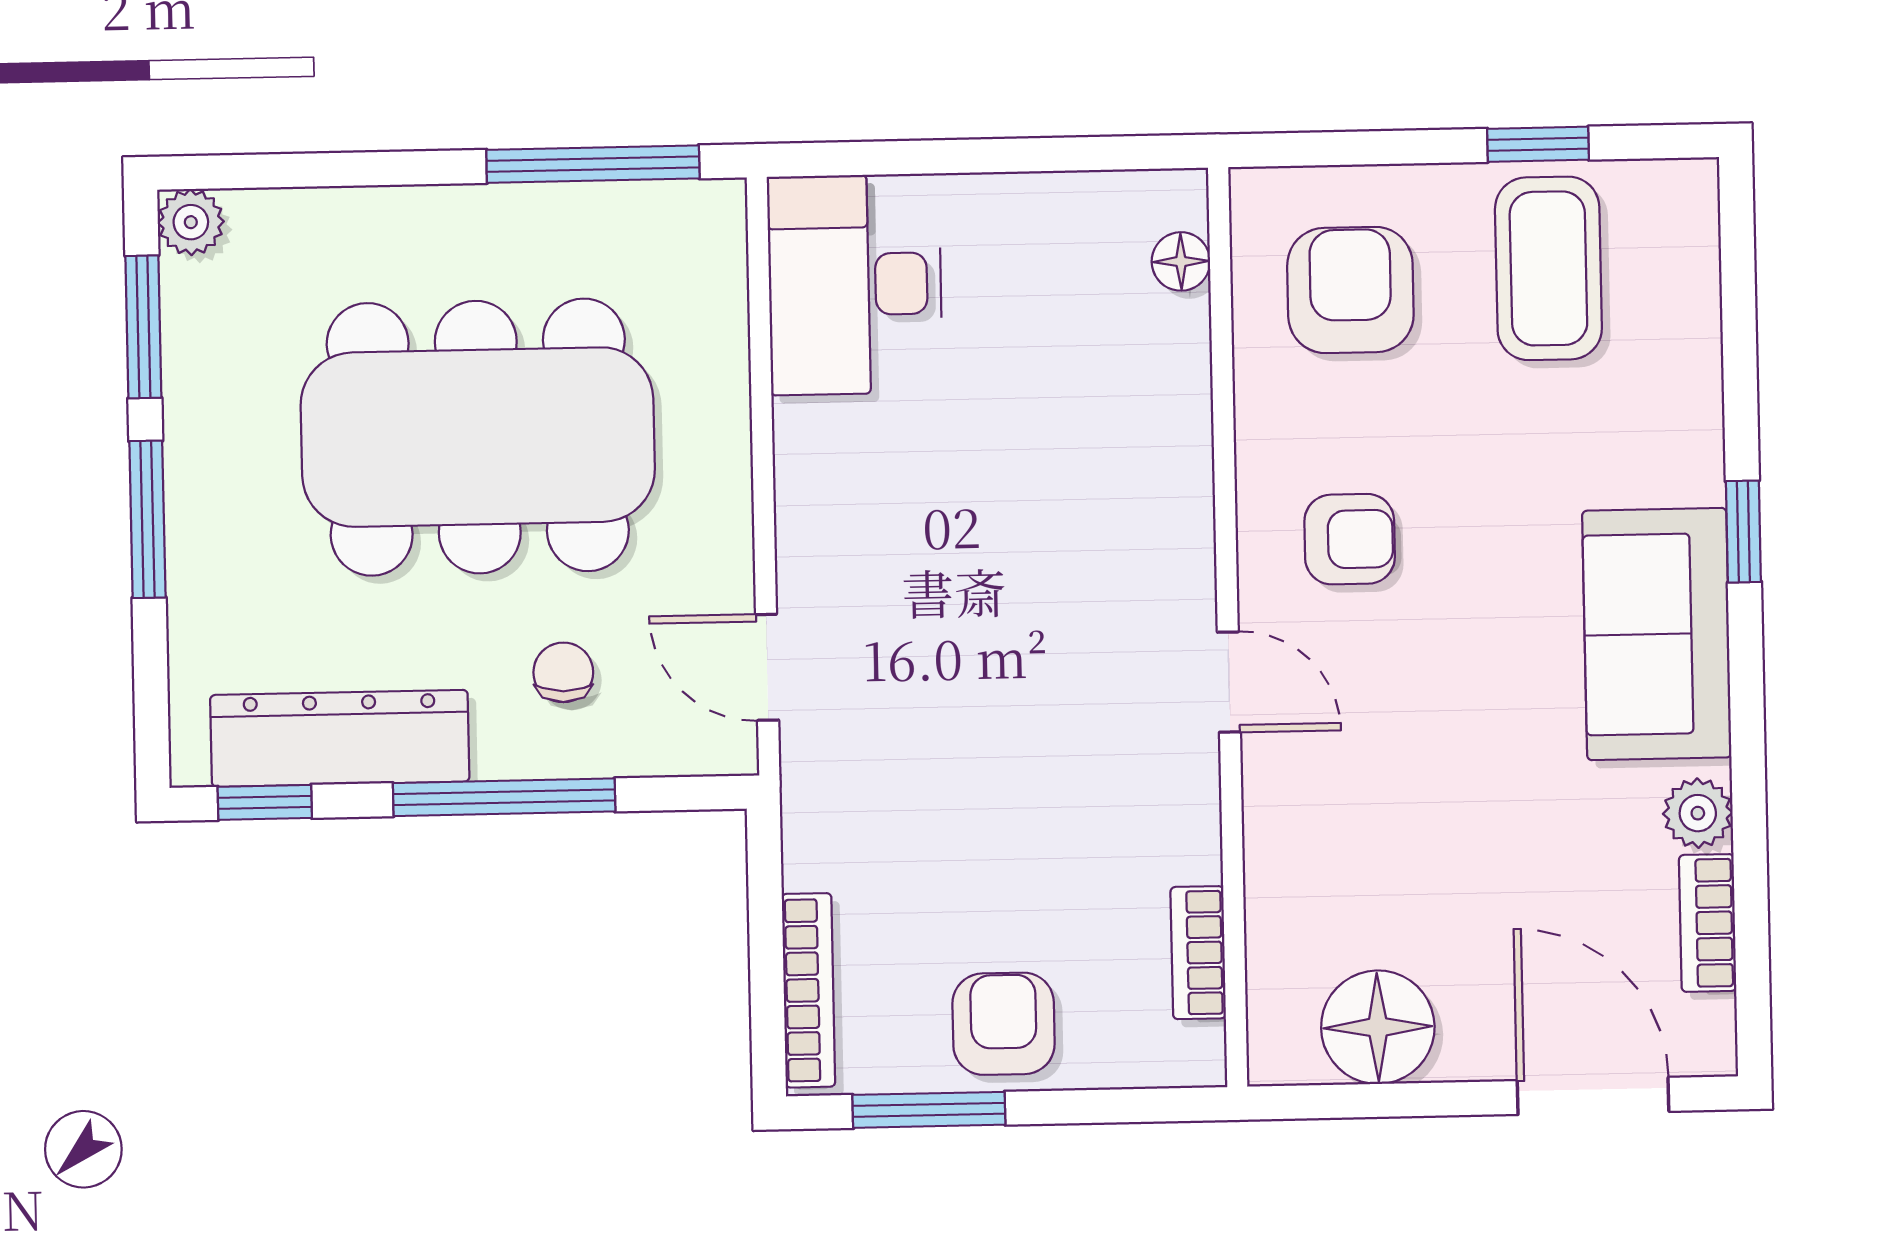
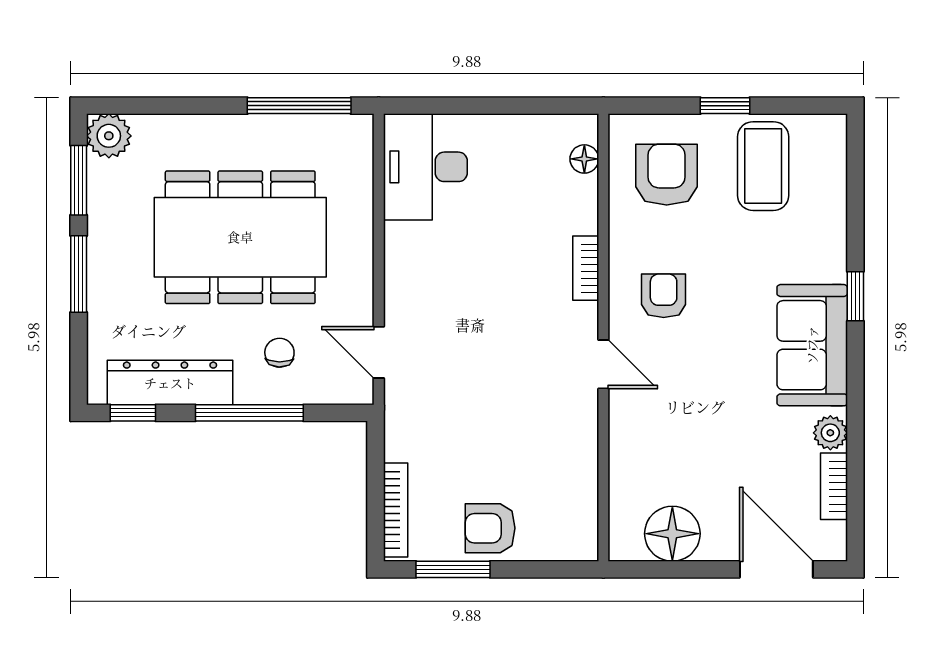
window: (1538, 144) -> (725, 106), moved
plant: (191, 222) -> (109, 136), width x1.38, depth x1.38
armchair: (1350, 539) -> (664, 296), turned -90
bookcase: (1198, 953) -> (586, 268), moved
armchair: (1004, 1024) -> (490, 528), turned -90

